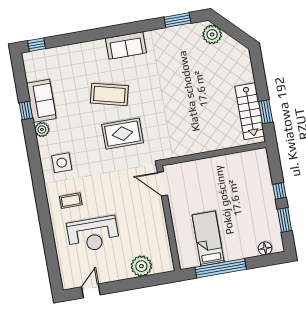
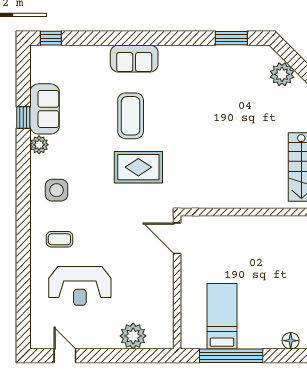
plant: (212, 34) -> (282, 74), moved
sofa: (126, 46) -> (134, 58), moved
coffee table: (109, 94) -> (131, 116), turned 76
door: (91, 291) -> (65, 356), hinge flipped

